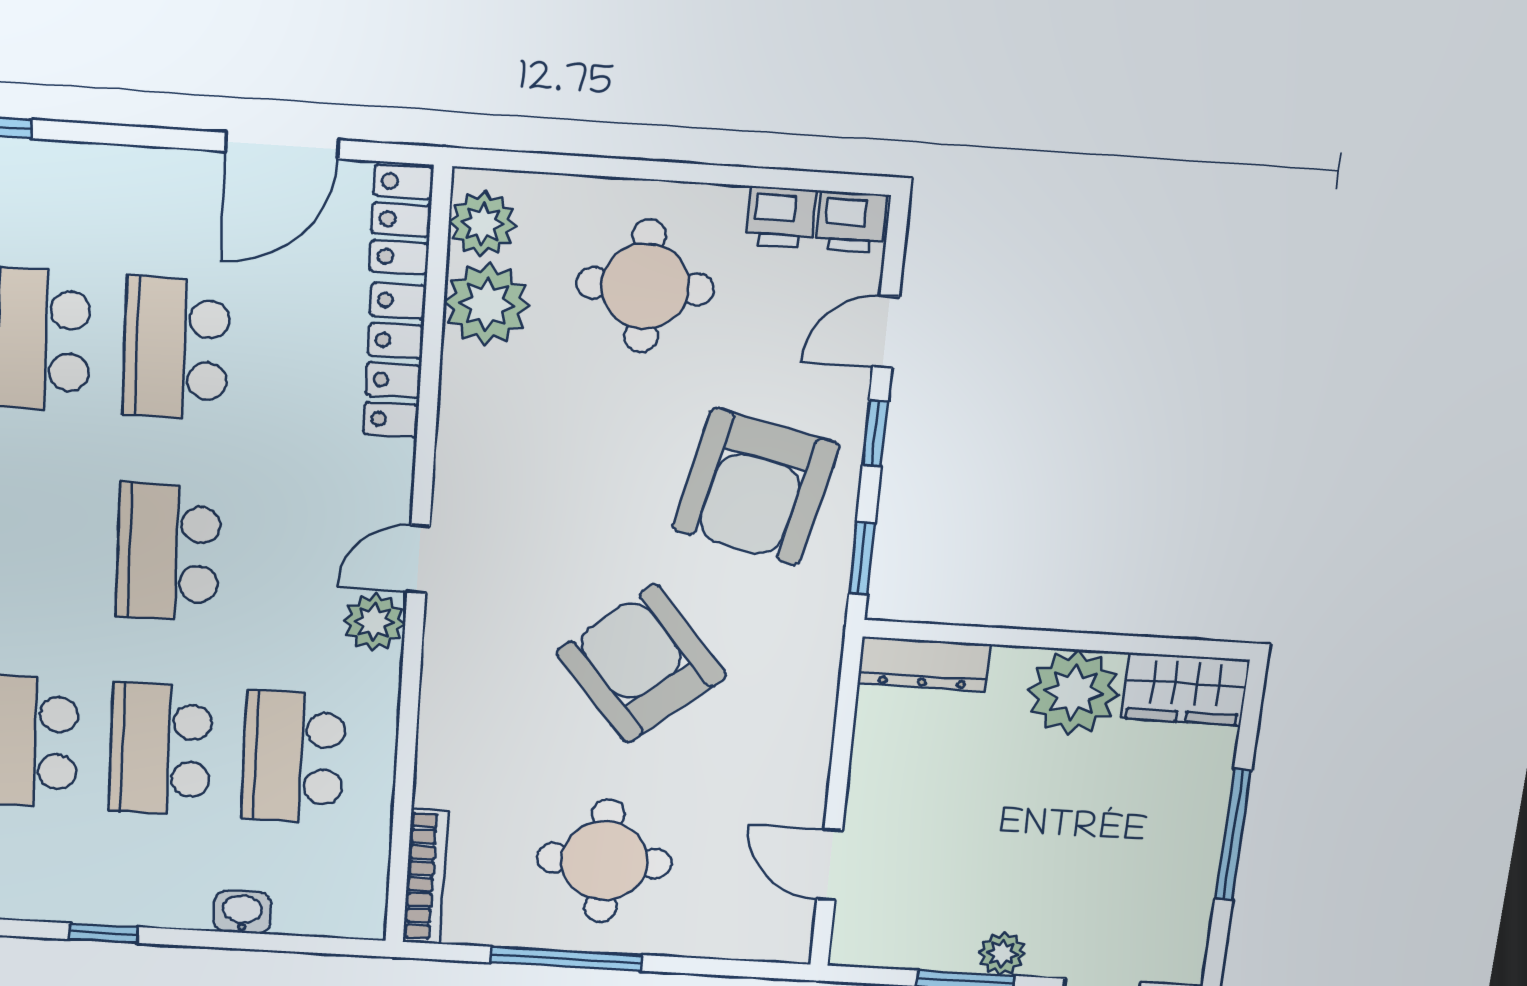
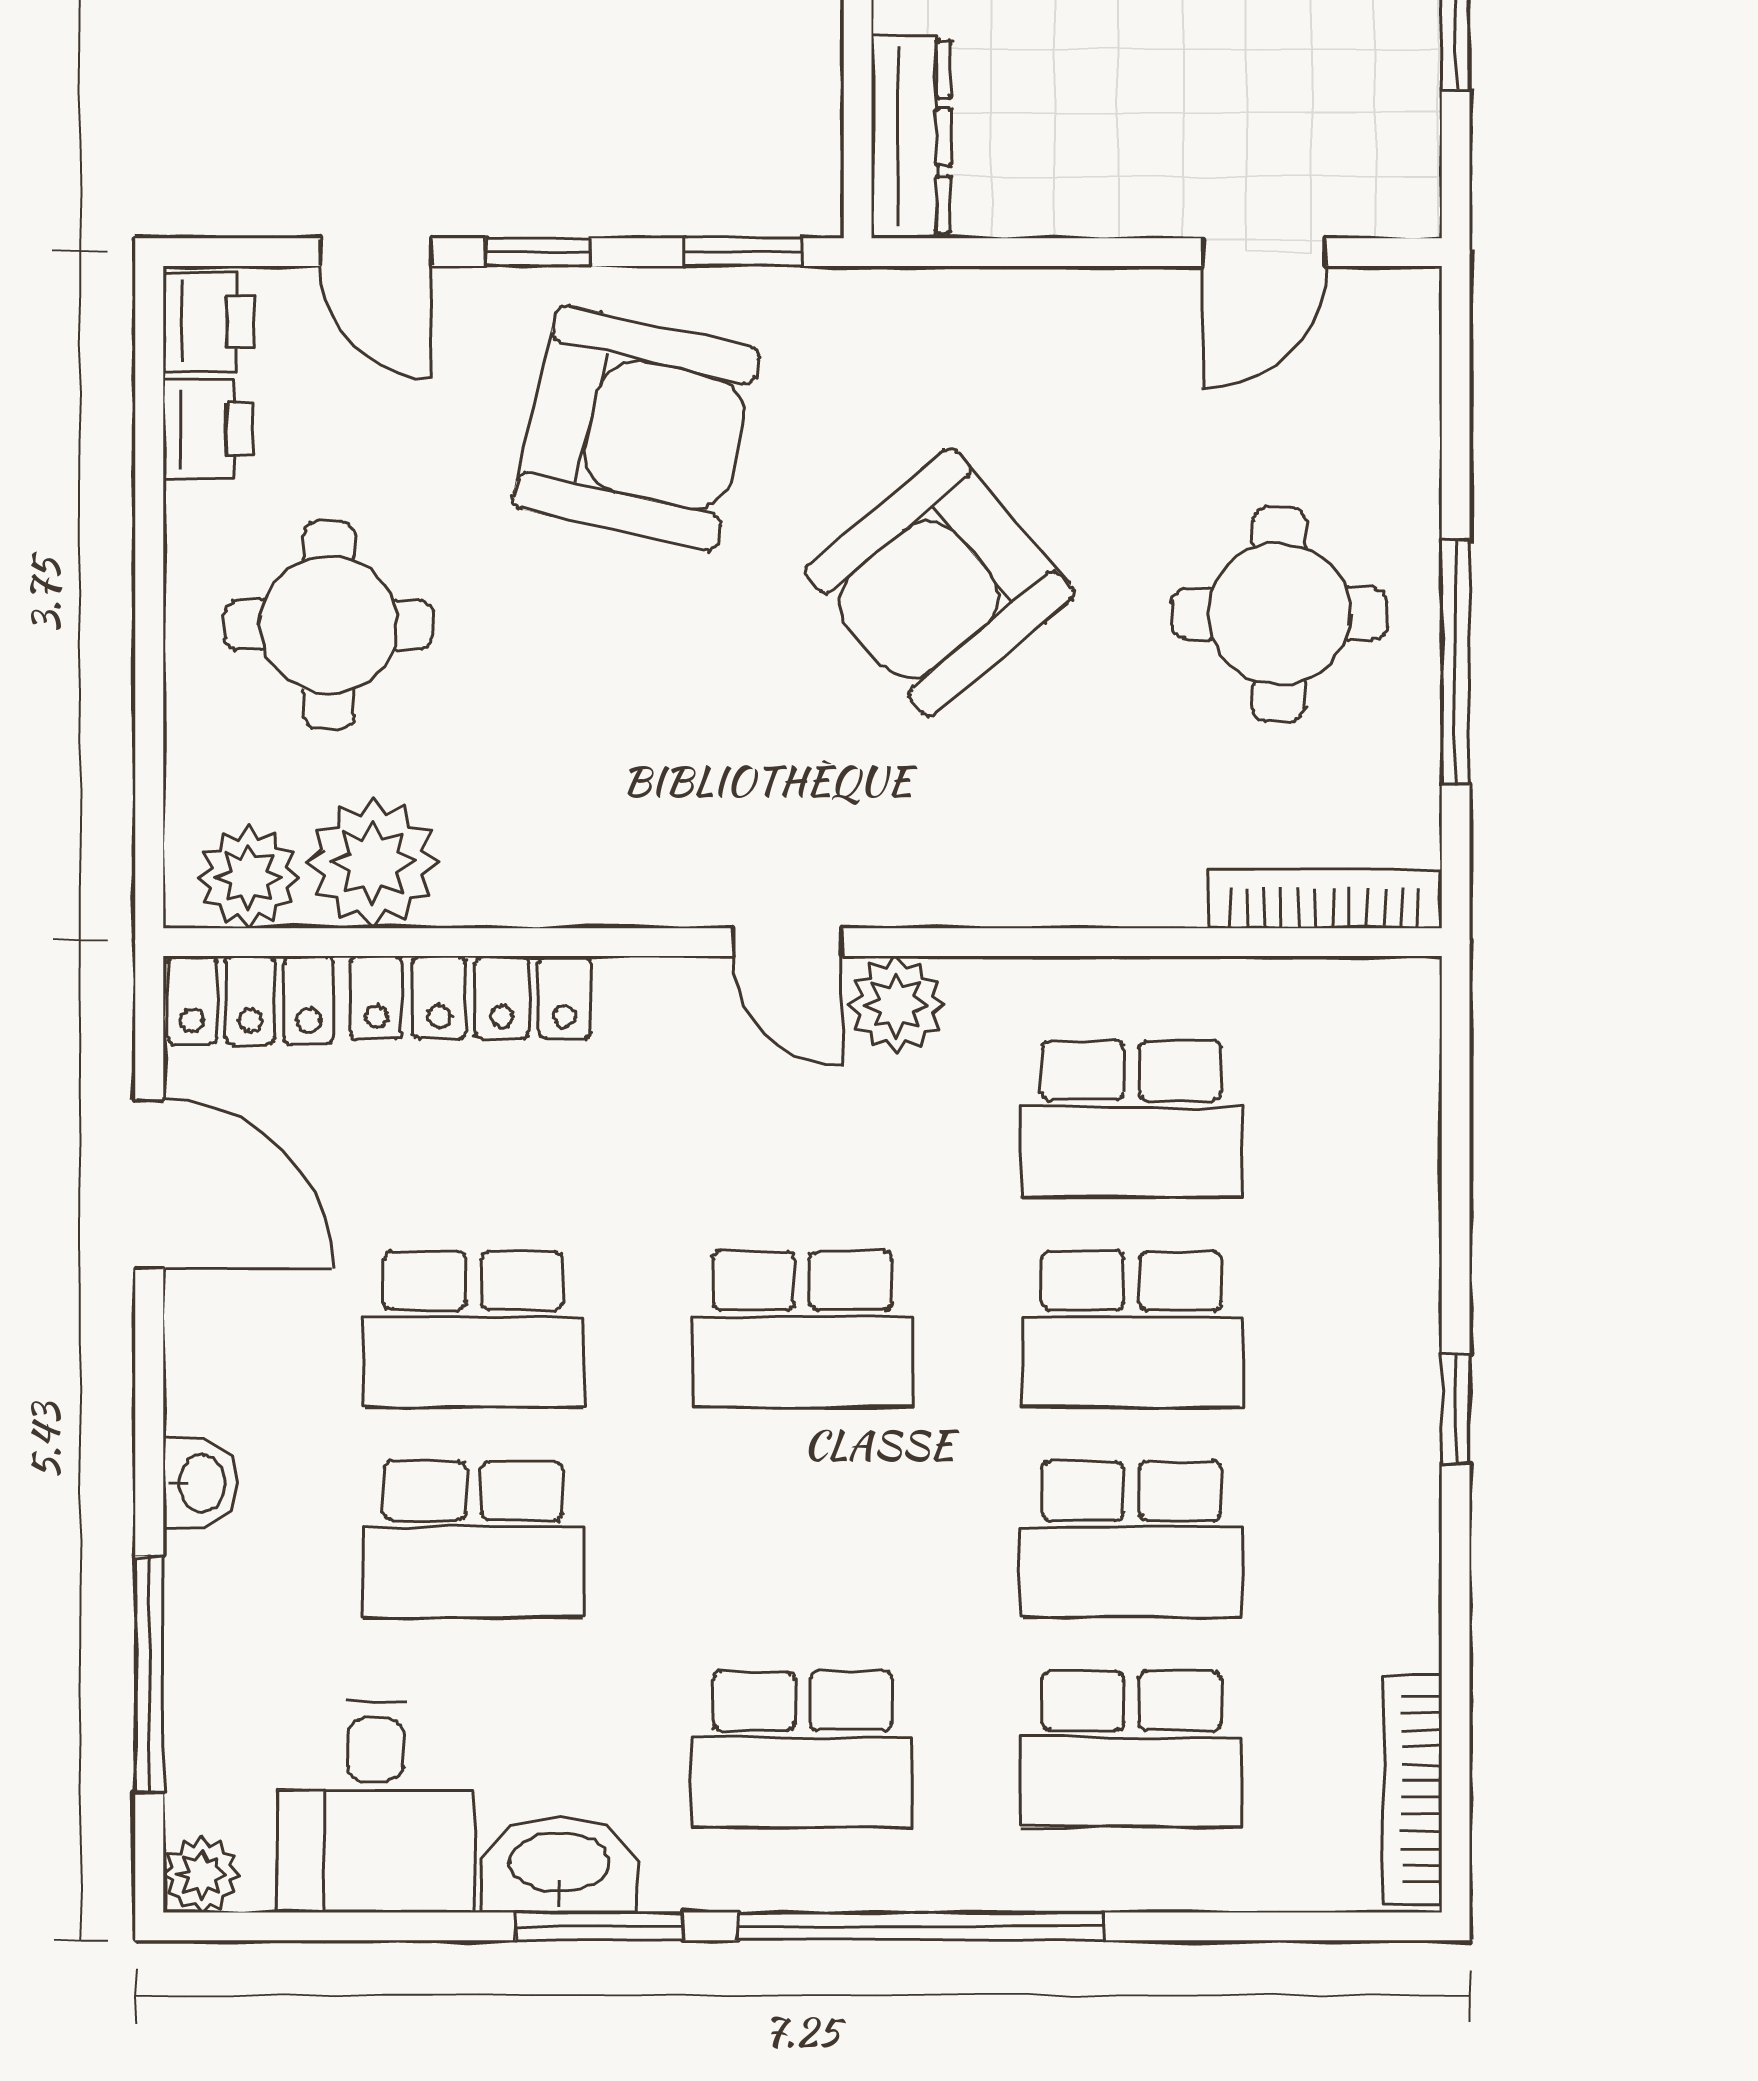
washbasin: (242, 912) -> (200, 1483), moved, turned 180

